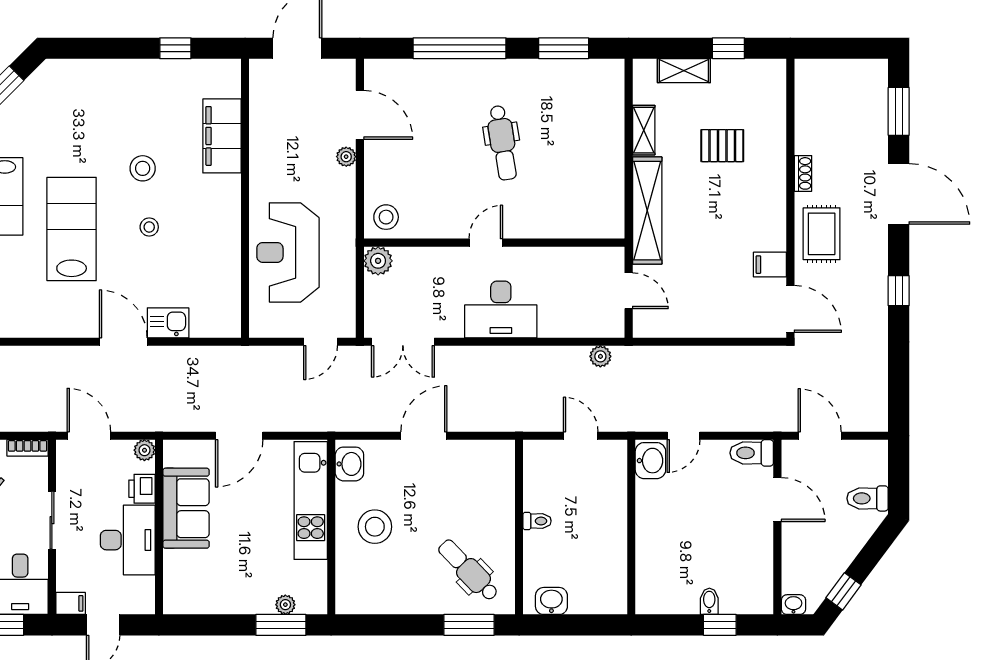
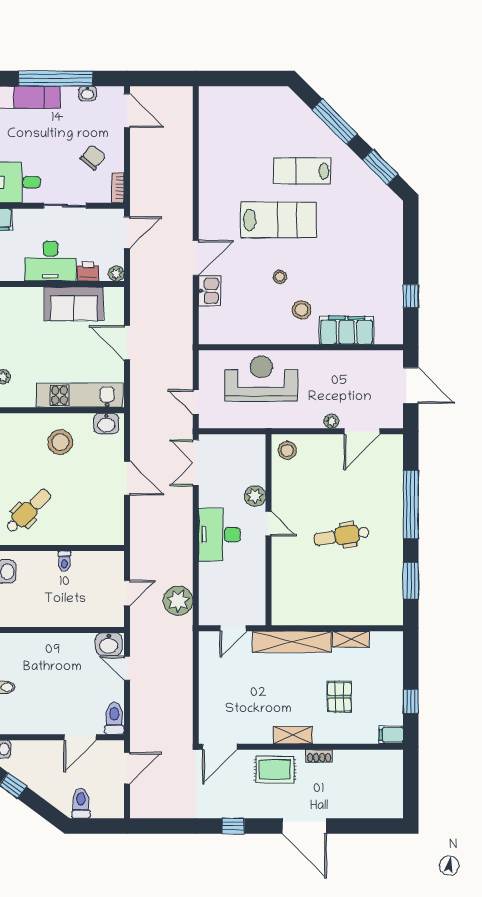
shelving: (684, 71) -> (293, 735), moved, turned 90
window: (899, 111) -> (365, 826), removed
stool: (143, 168) -> (301, 310), moved
door: (899, 194) -> (304, 826), hinge flipped
plant: (378, 261) -> (255, 496), moved
filing cabinet: (770, 265) -> (391, 735), moved, turned -90
plant: (600, 356) -> (178, 601), width x1.88, depth x1.88

